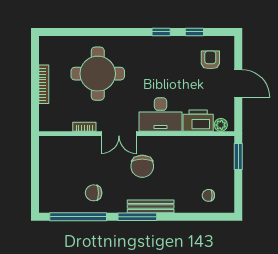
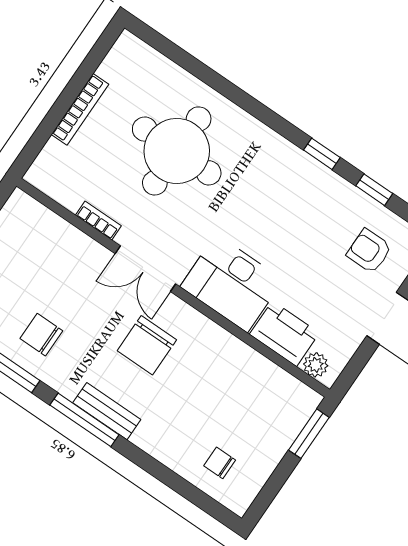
armchair: (210, 60) -> (369, 251), turned -90
bench: (151, 206) -> (107, 411), width x0.73

